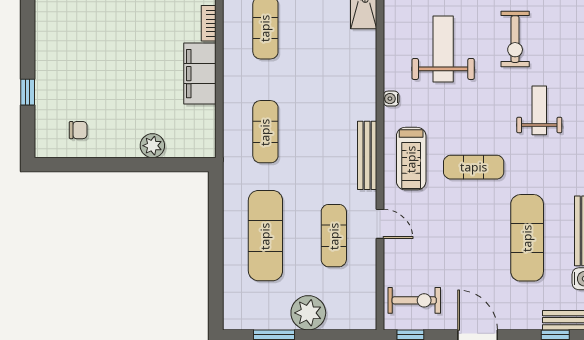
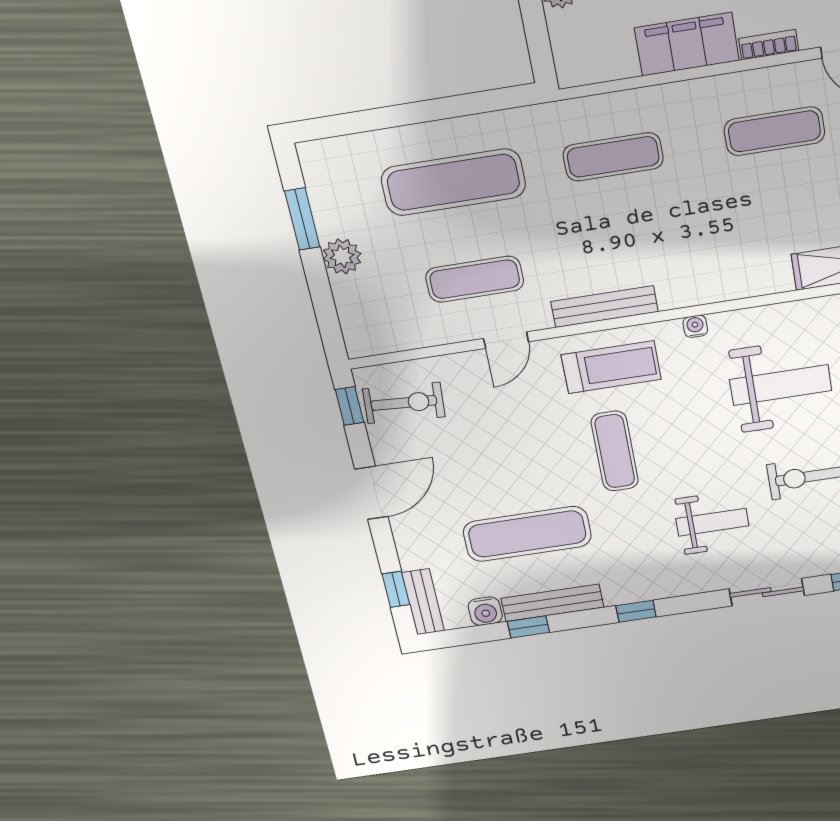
treadmill: (411, 159) -> (611, 367), turned 180
exercise bike: (414, 300) -> (404, 403), turned -86
plant: (308, 313) -> (342, 256), width x0.73, depth x0.73

